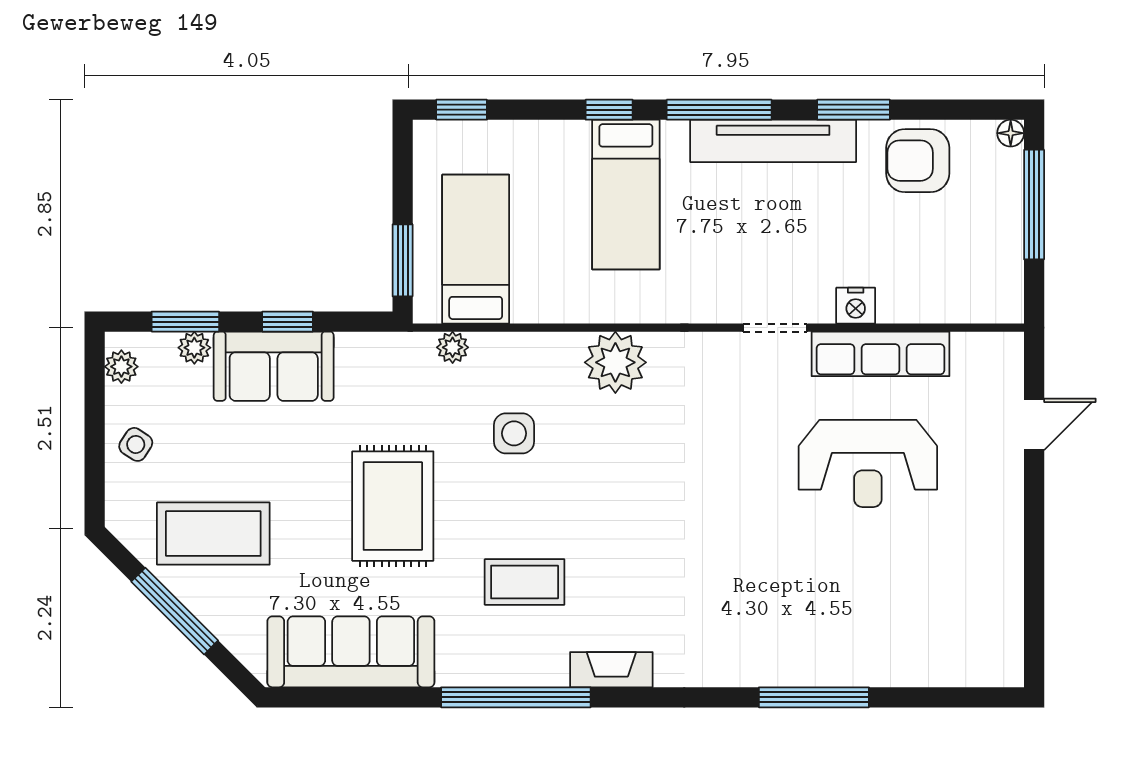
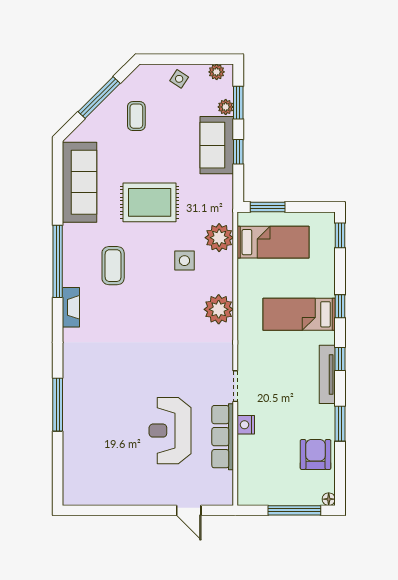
window: (719, 110) -> (340, 359), width x0.46
tv unit: (773, 141) -> (327, 374), width x0.73, depth x0.78
plant: (453, 347) -> (219, 238), width x1.88, depth x1.88
coffee table: (213, 534) -> (136, 116), width x0.54, depth x0.58

